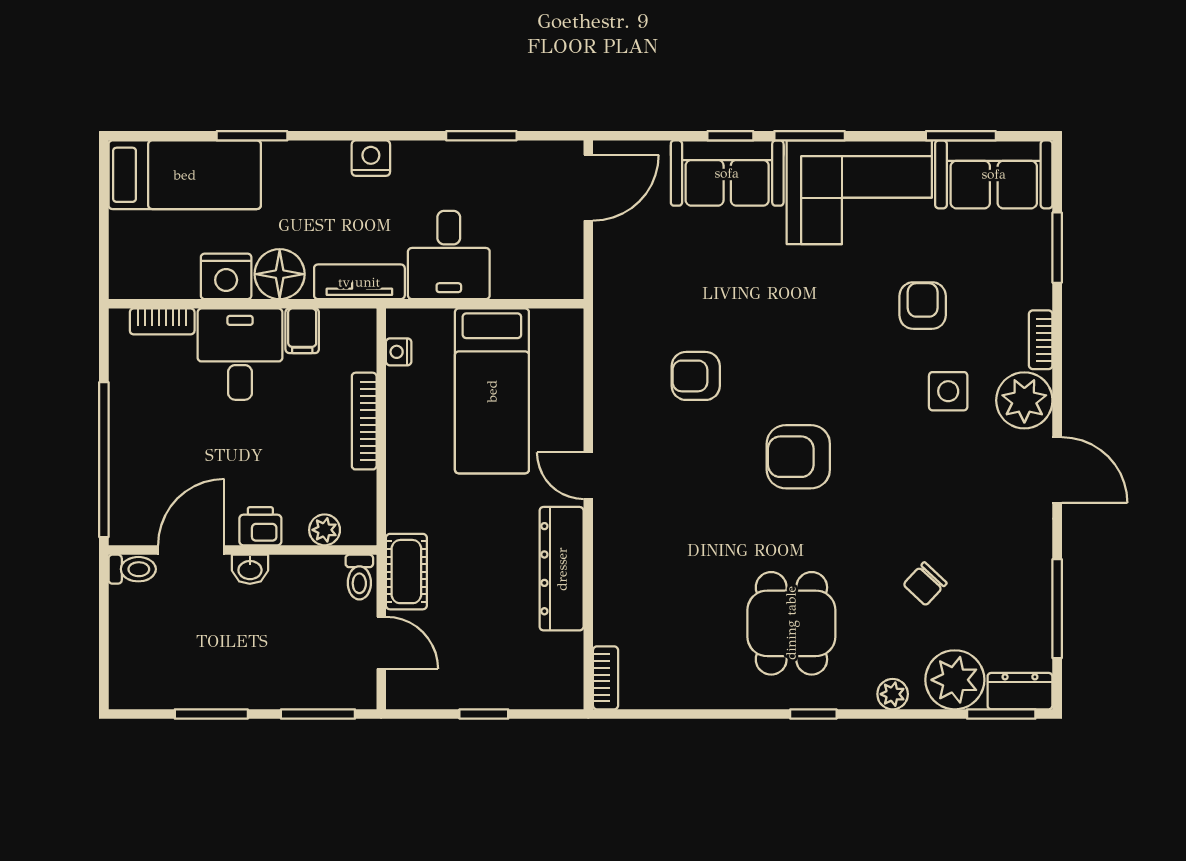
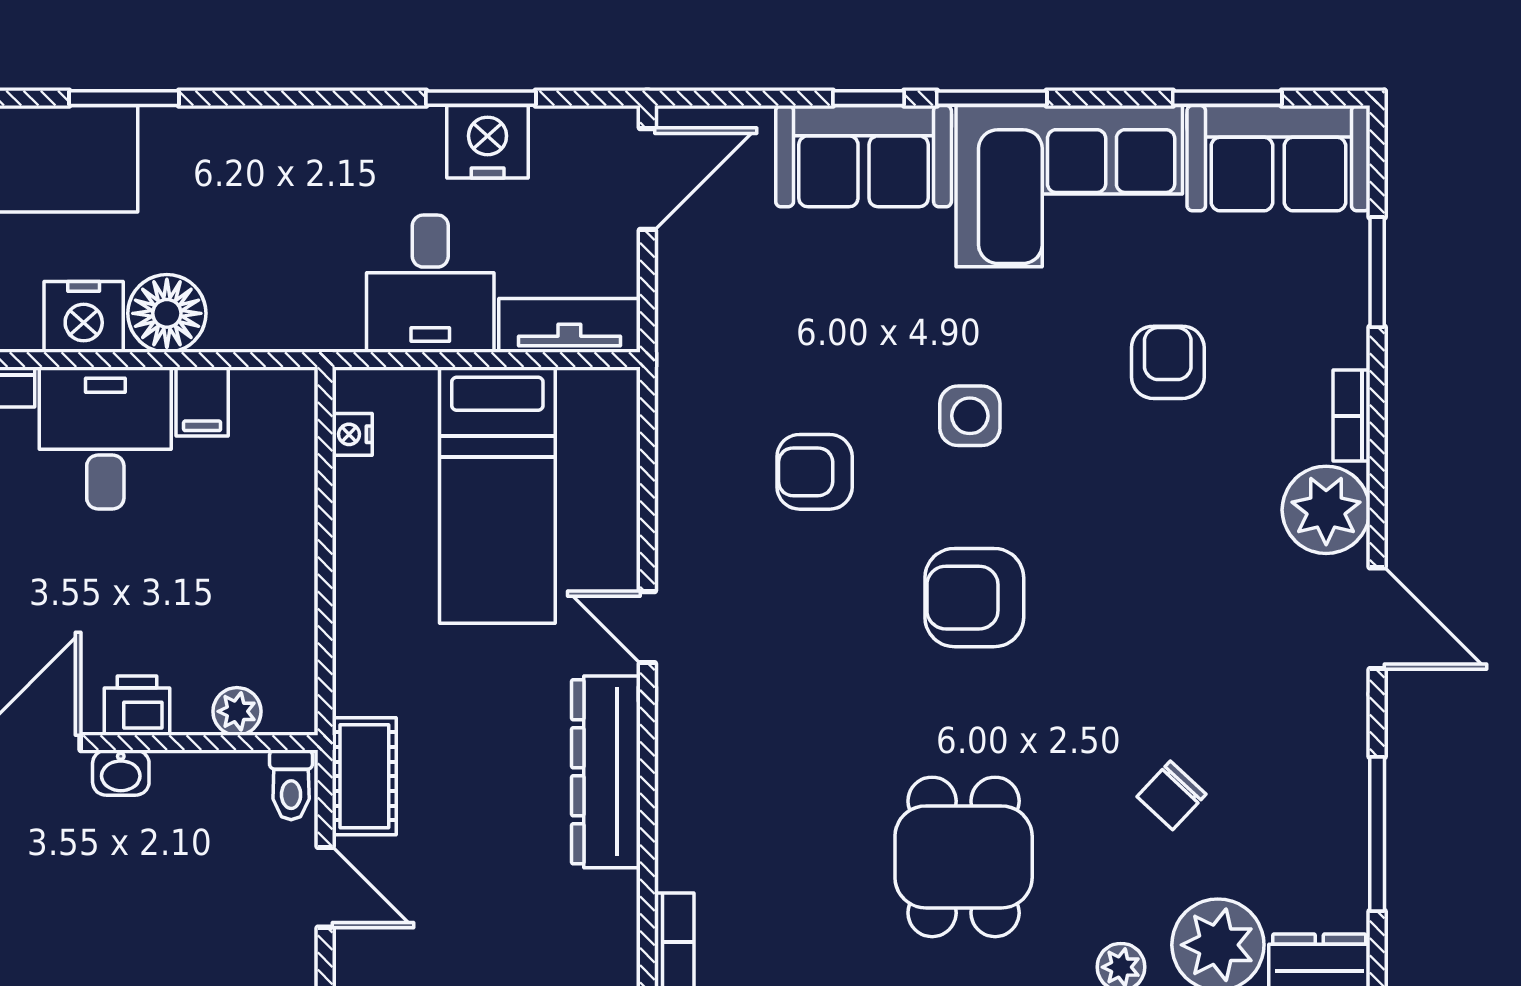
nightstand: (371, 158) -> (488, 142), moved, width x1.36, depth x1.33
tv unit: (359, 282) -> (569, 325), moved
side table: (948, 391) -> (970, 416), moved
bookcase: (364, 421) -> (299, 542), removed

